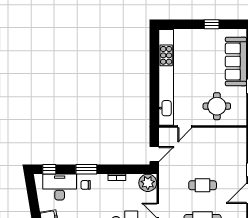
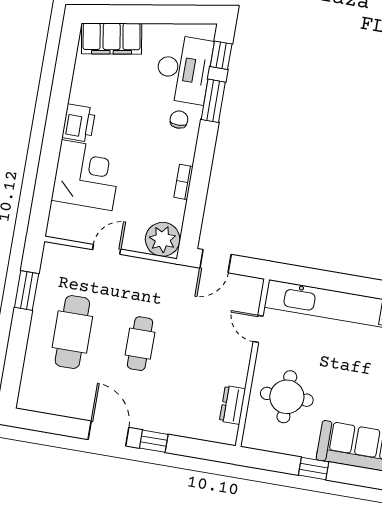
dresser: (226, 133) -> (233, 405), added
door: (154, 154) -> (216, 261), hinge flipped
window: (86, 169) -> (213, 101), moved

